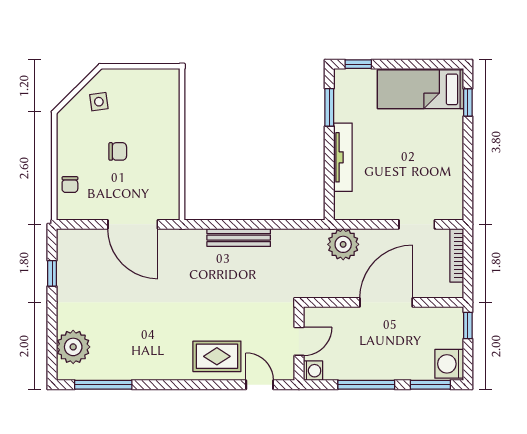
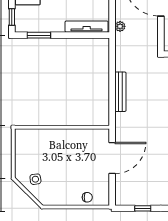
chair: (118, 151) -> (67, 167), removed
tv unit: (343, 157) -> (87, 27), moved
plant: (343, 244) -> (120, 26), width x0.53, depth x0.53

